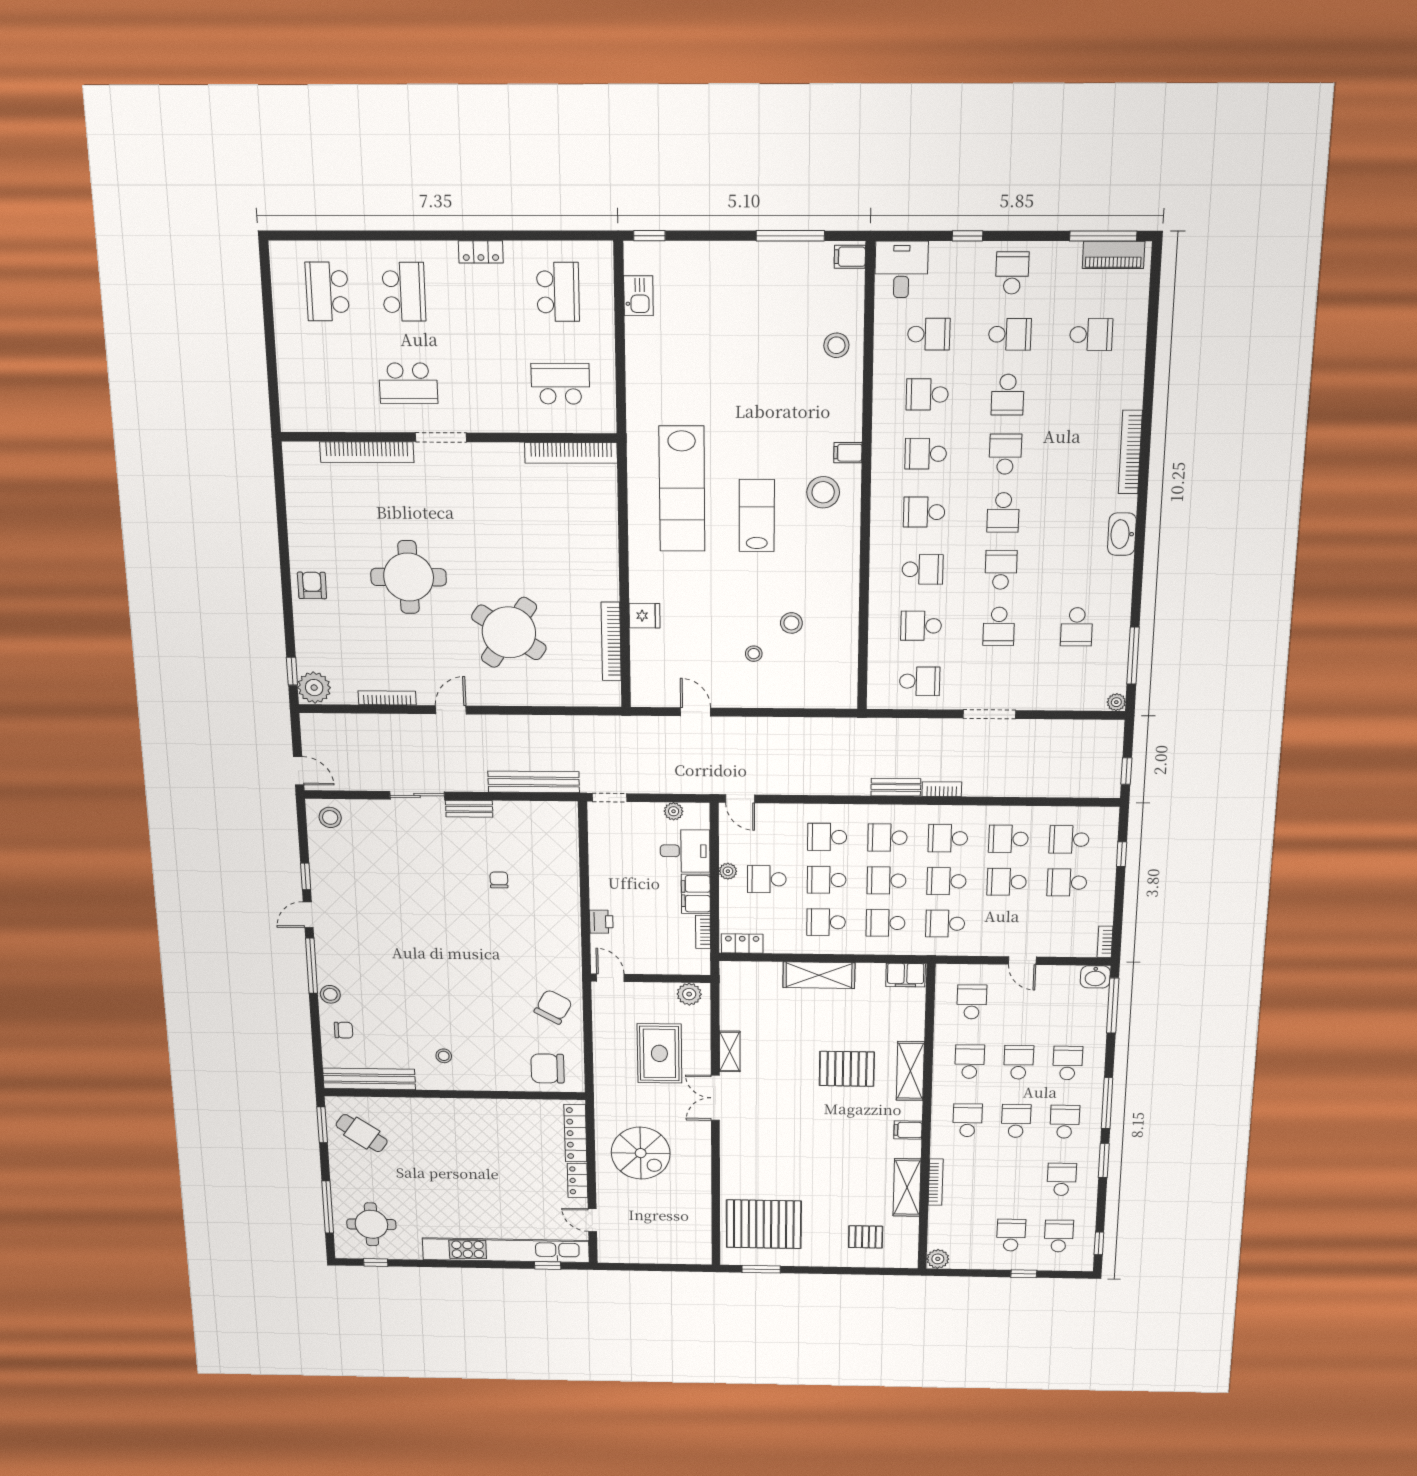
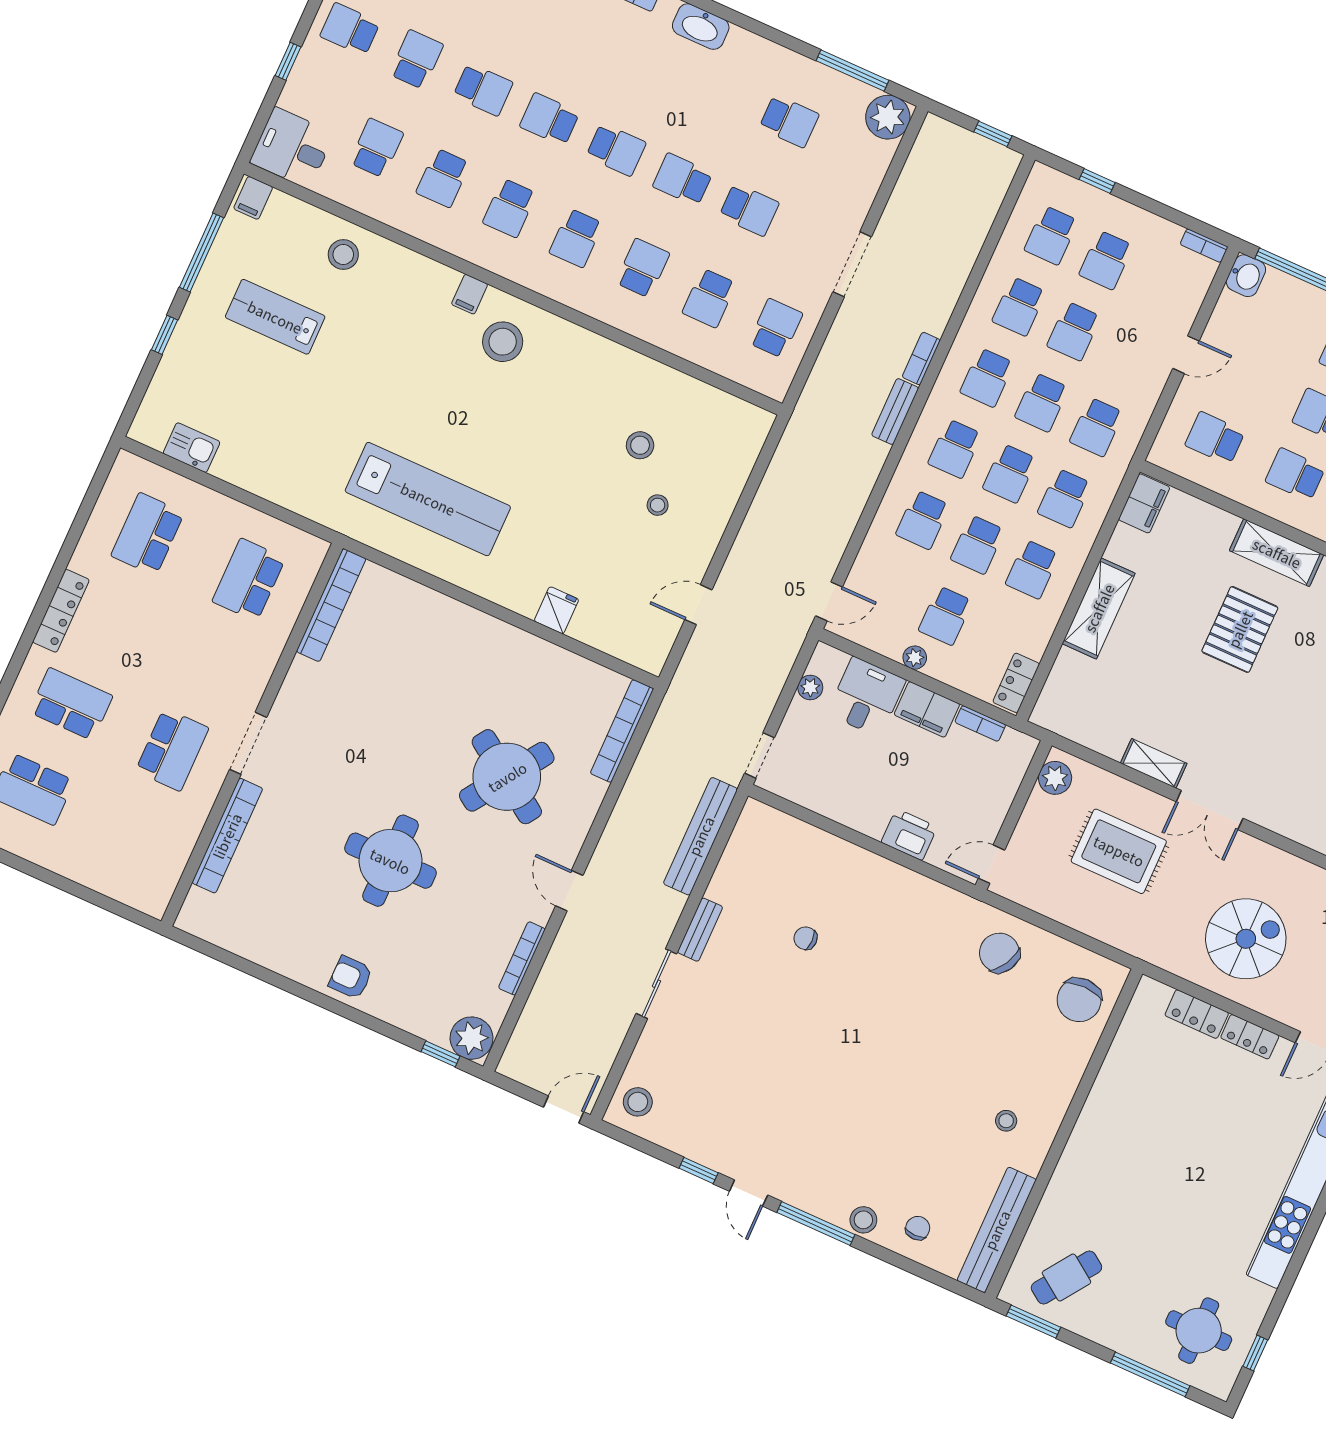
window: (649, 236) -> (164, 335), moved
locker: (481, 252) -> (61, 611), width x1.53
school desk: (558, 292) -> (148, 534), turned -90
lab bench: (757, 516) -> (275, 317), moved
bookcase: (611, 641) -> (622, 731), moved, turned 90
plant: (1116, 702) -> (888, 117), width x1.88, depth x1.88
printer: (601, 922) -> (909, 835), width x1.36, depth x1.24
locker: (575, 1133) -> (1197, 1014), width x0.66

